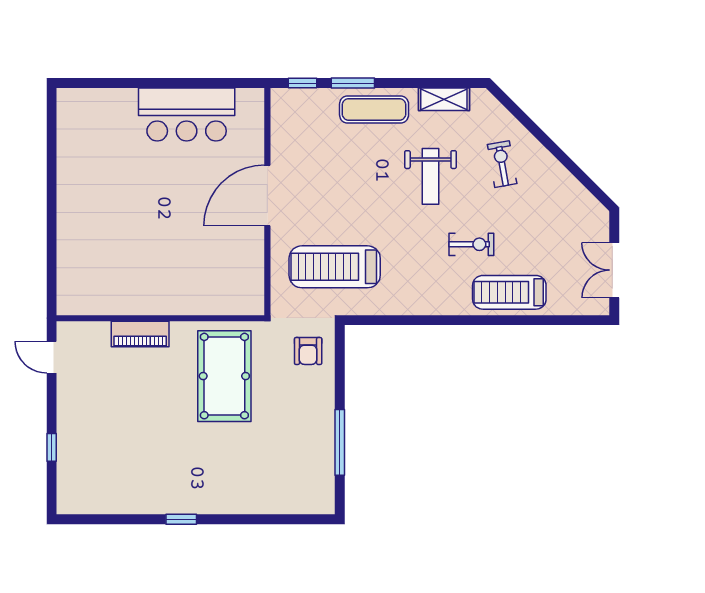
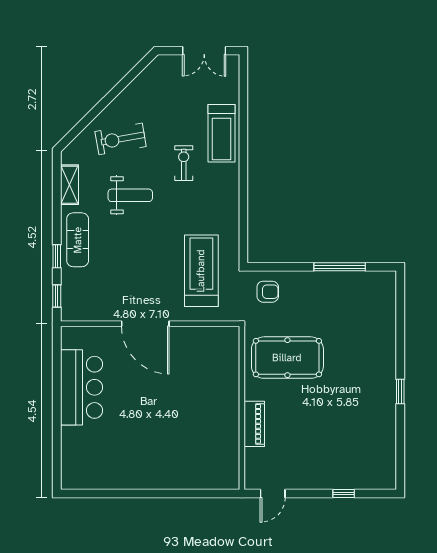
window: (353, 83) -> (57, 256), width x0.67
exercise bike: (502, 164) -> (121, 139), width x1.38, depth x1.39
treadmill: (335, 267) -> (201, 271), turned 180

